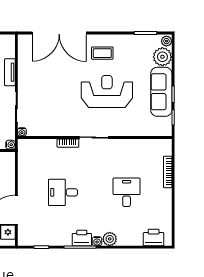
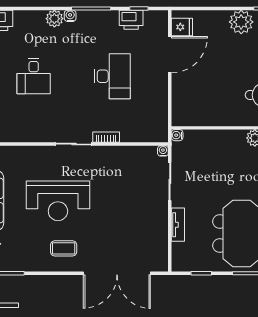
double door: (59, 33) -> (117, 273), swing flipped
desk: (63, 192) -> (112, 76), width x1.37
printer: (82, 238) -> (131, 20), moved

